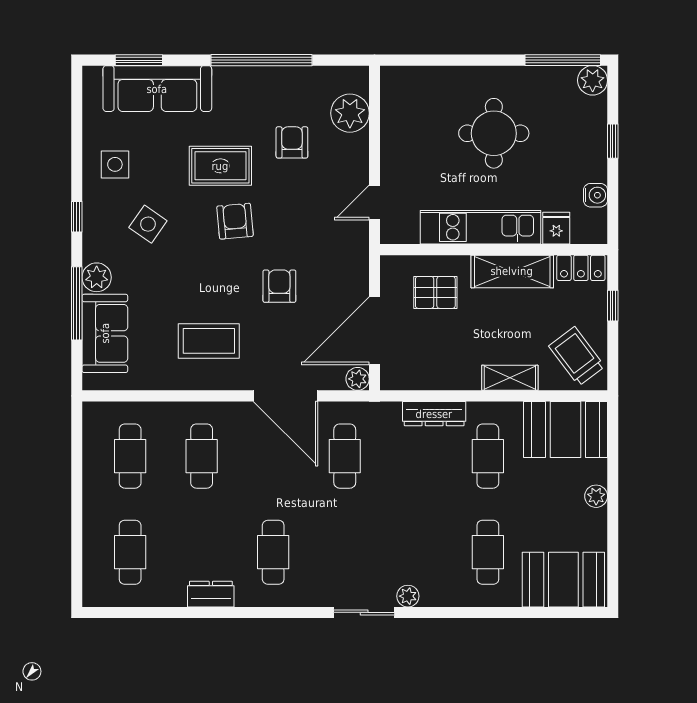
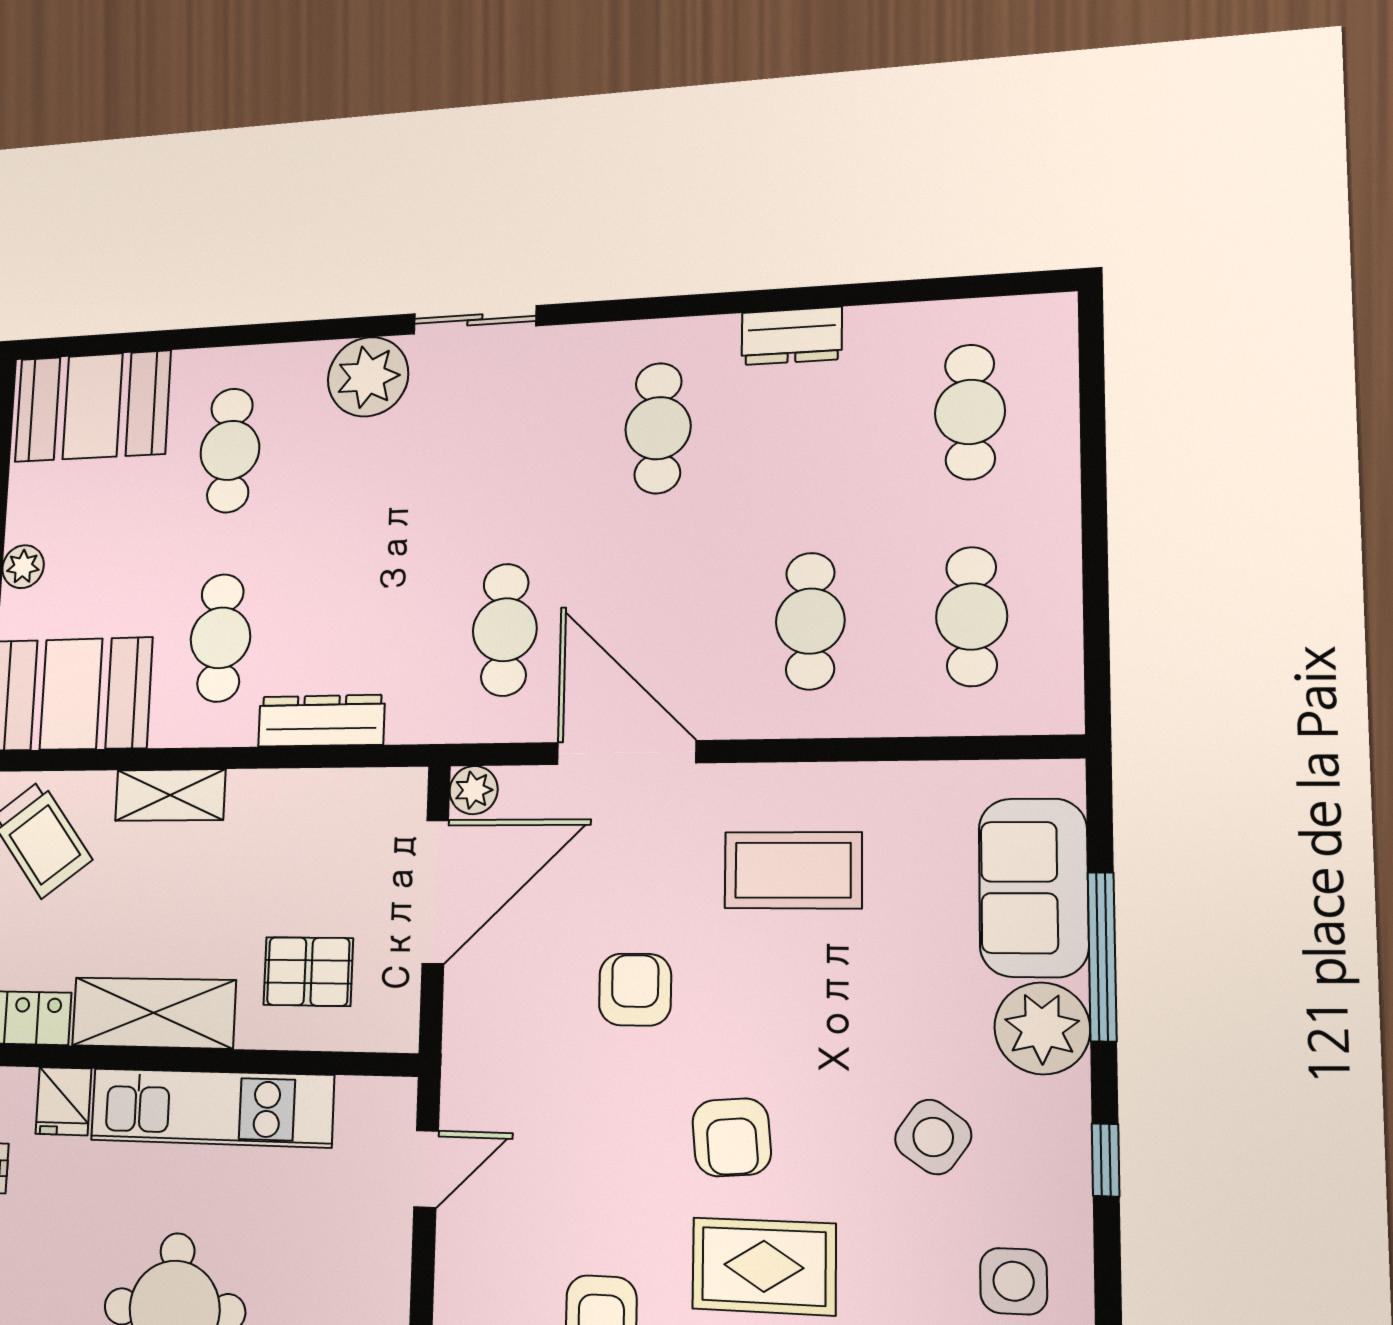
plant: (97, 277) -> (1042, 1028), width x1.36, depth x1.36
armchair: (279, 286) -> (635, 990), turned 180
plant: (408, 596) -> (368, 377), width x1.88, depth x1.88

